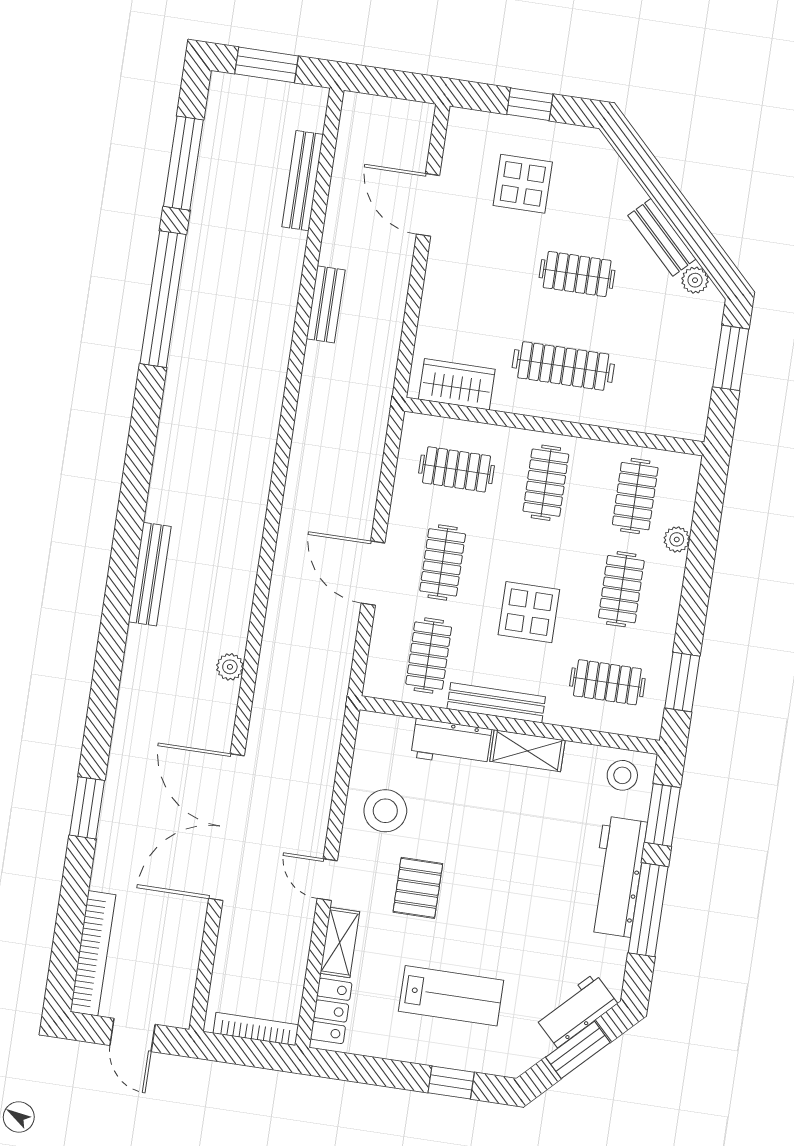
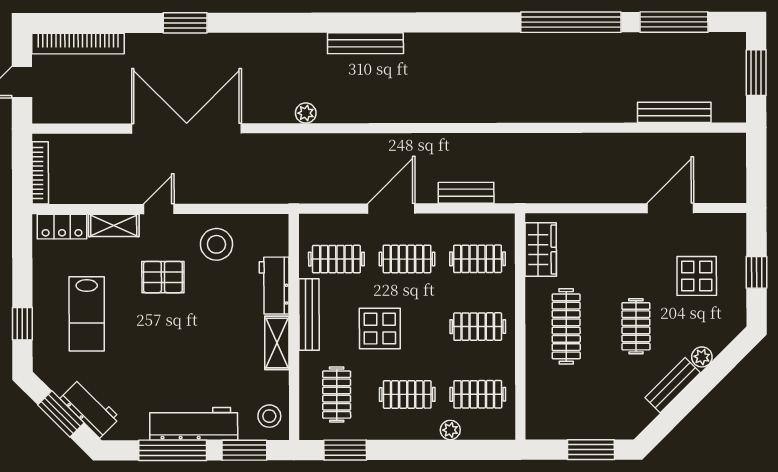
plant: (695, 280) -> (702, 357), moved
bench: (326, 304) -> (466, 193), moved
clothes rail: (457, 469) -> (478, 259), turned 90

